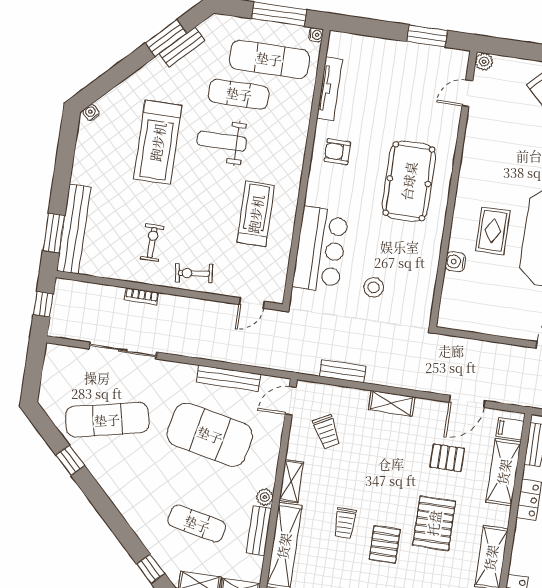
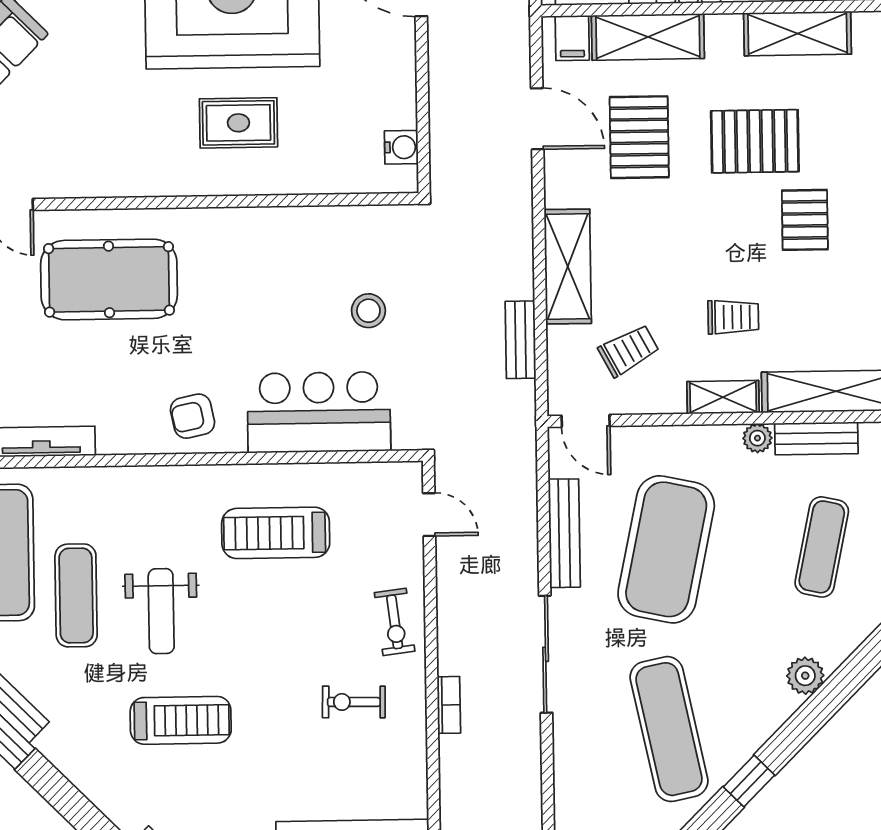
treadmill: (158, 142) -> (181, 720), width x0.73, depth x0.73
armchair: (337, 152) -> (192, 416), moved, turned 78
pool table: (409, 181) -> (109, 279), moved
water cooler: (455, 262) -> (401, 147), moved, turned -90
sliding door: (123, 351) -> (546, 654), moved
shelving: (392, 403) -> (568, 267), width x1.50, depth x1.33
pallet: (447, 458) -> (639, 137), width x1.50, depth x1.42
plant: (125, 502) -> (805, 676), added
trolley: (345, 523) -> (733, 317), moved
pallet: (385, 544) -> (805, 220), turned 90

